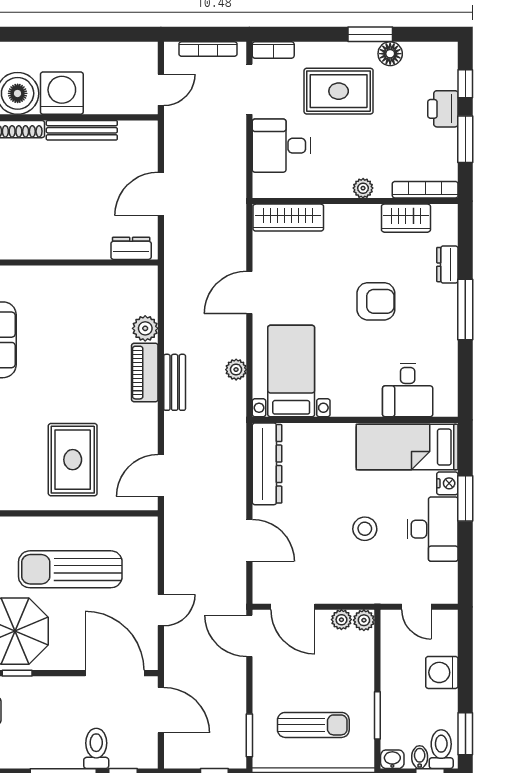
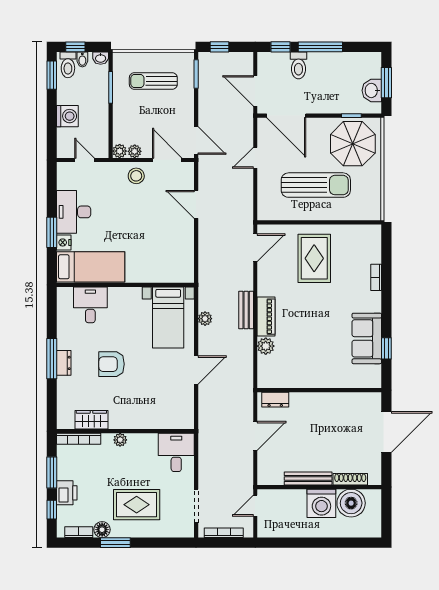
bookcase: (273, 50) -> (79, 532), moved
desk: (281, 146) -> (176, 452), moved, turned -90
wardrobe: (288, 218) -> (170, 420), removed
dresser: (447, 265) -> (64, 363), moved
dresser: (267, 464) -> (184, 256), removed
stool: (365, 529) -> (136, 176), moved

